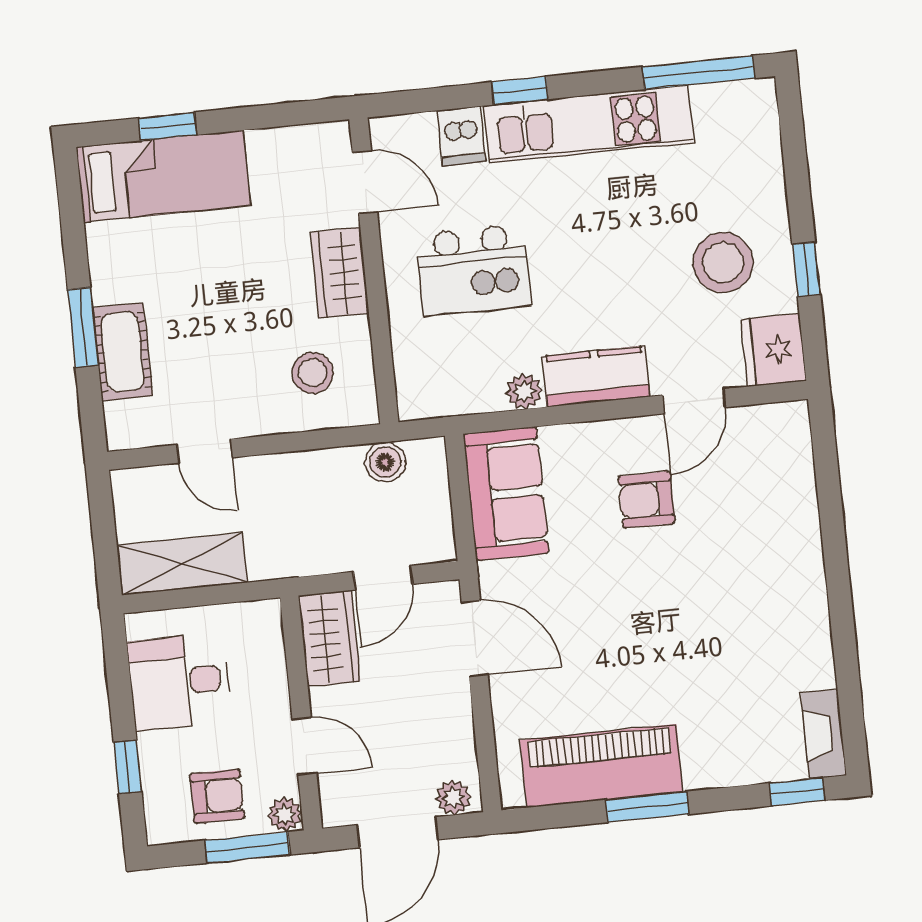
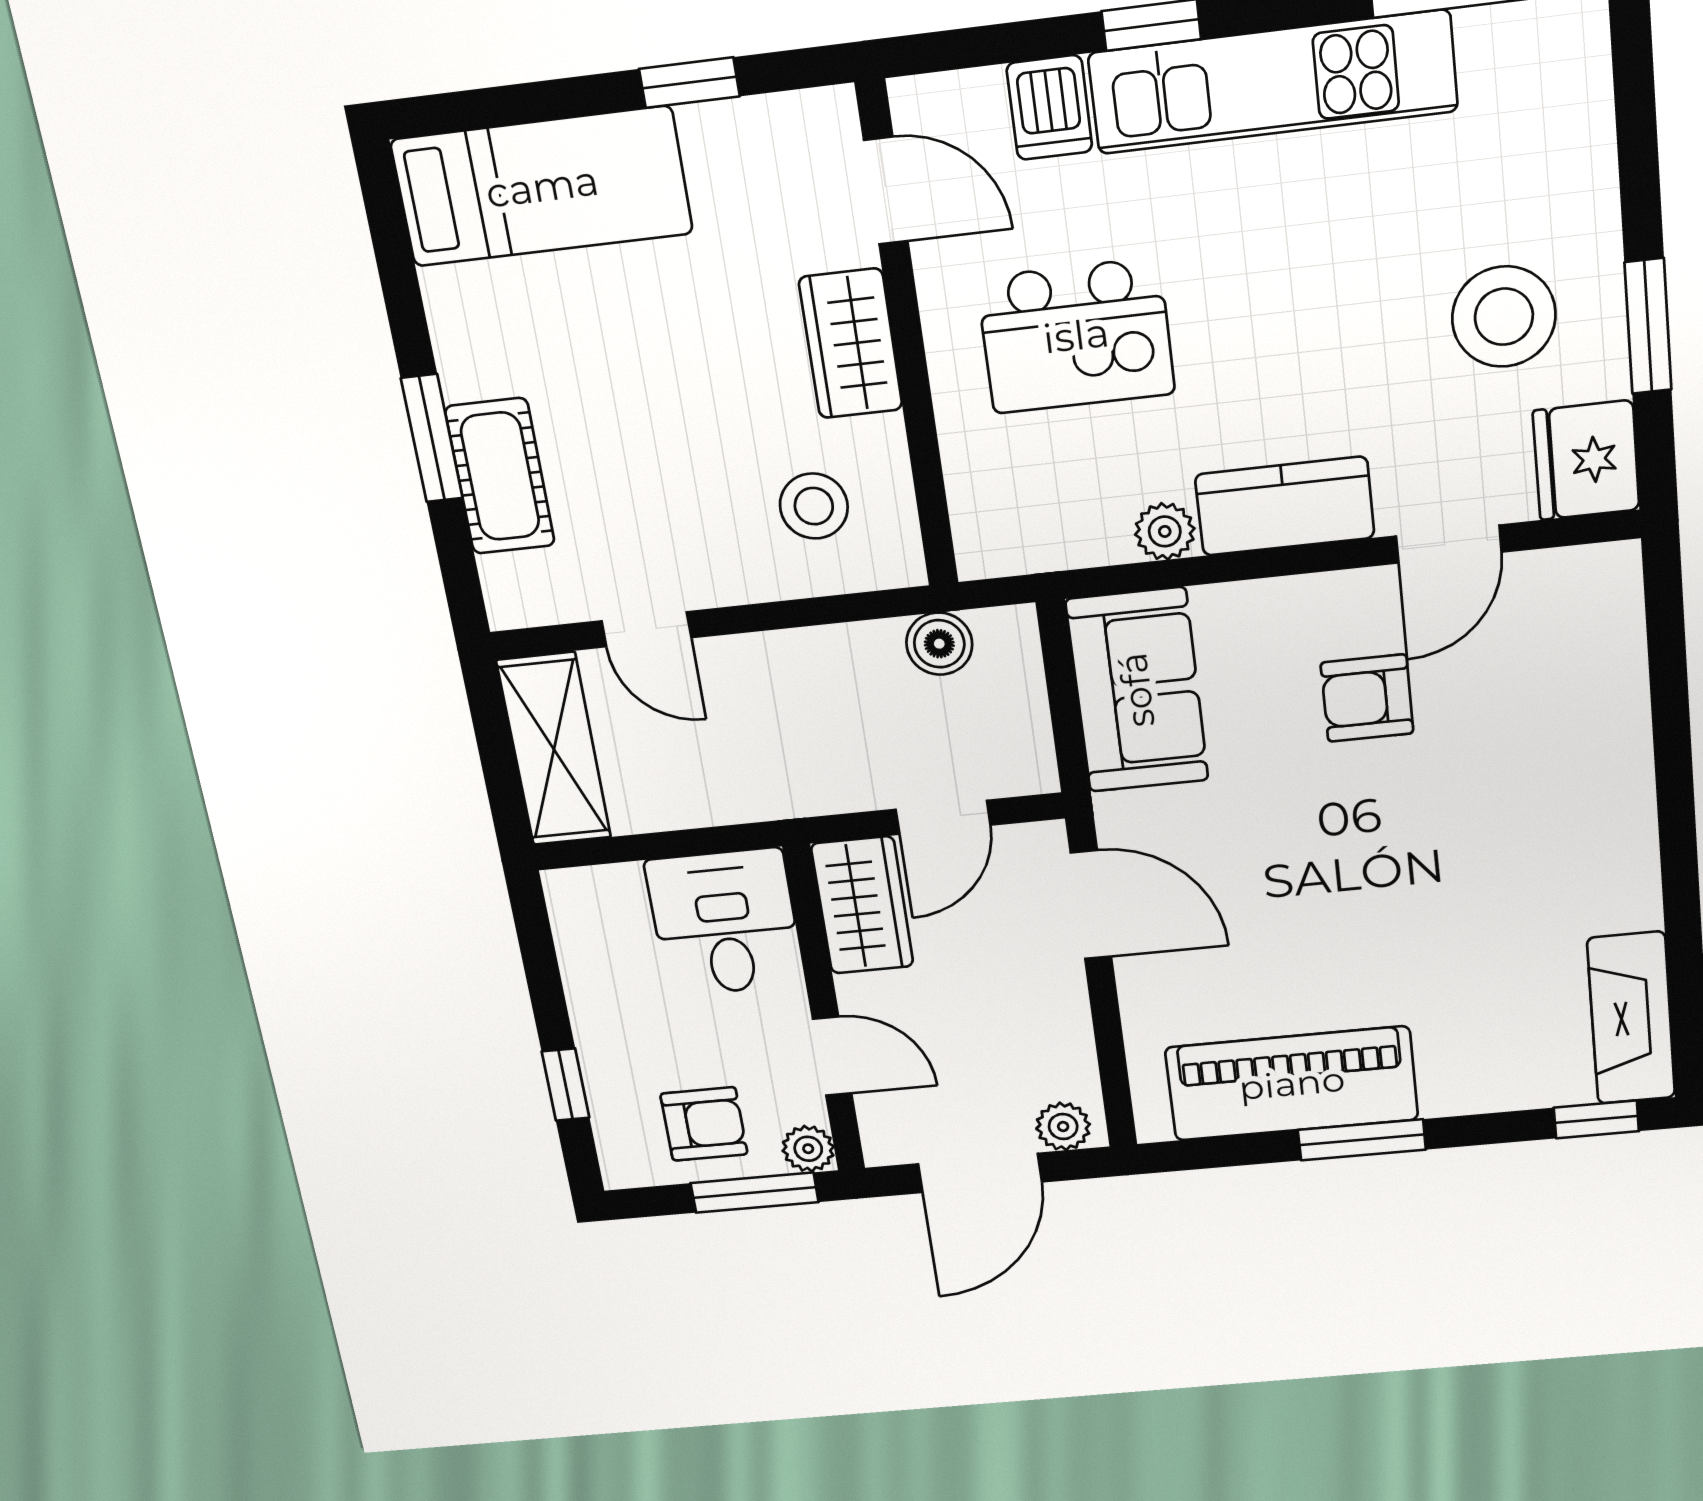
window: (167, 126) -> (689, 83), moved
window: (806, 269) -> (1648, 326), width x1.50
shelving: (182, 564) -> (554, 749), moved, turned 90
desk: (179, 682) -> (725, 922), moved, turned 90
fireplace: (824, 734) -> (1631, 1018), width x1.37, depth x1.32

